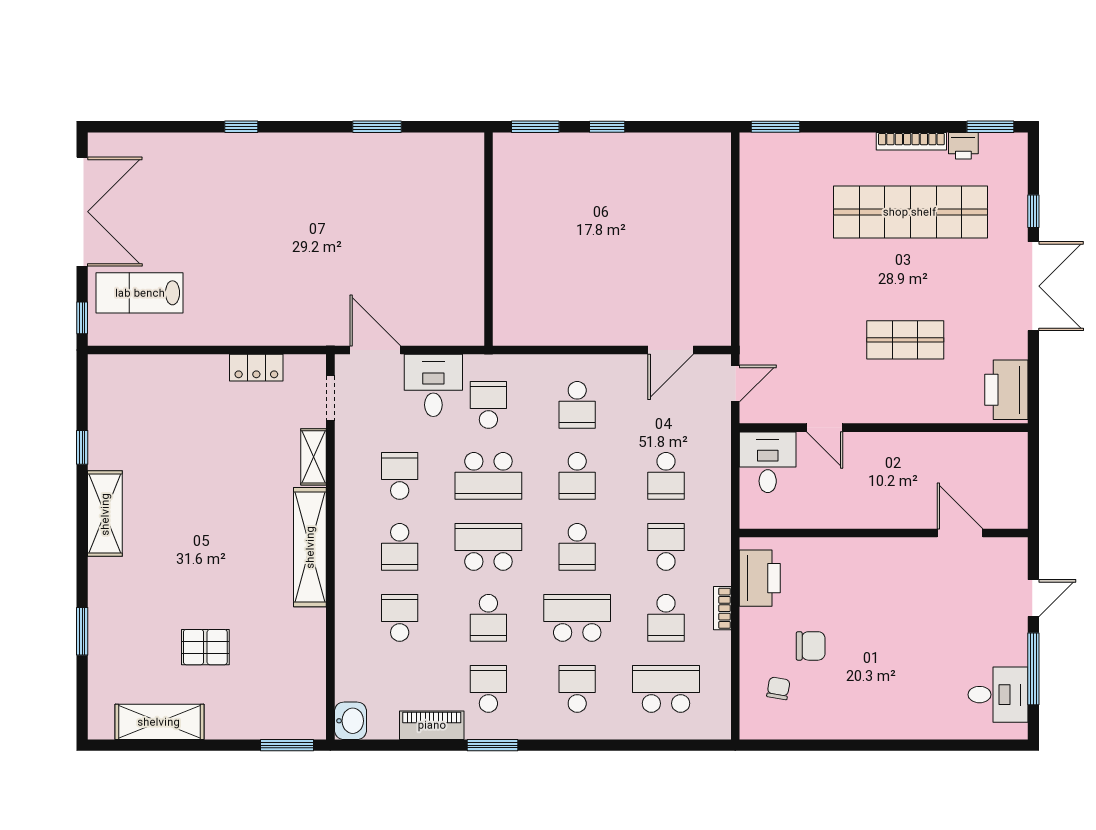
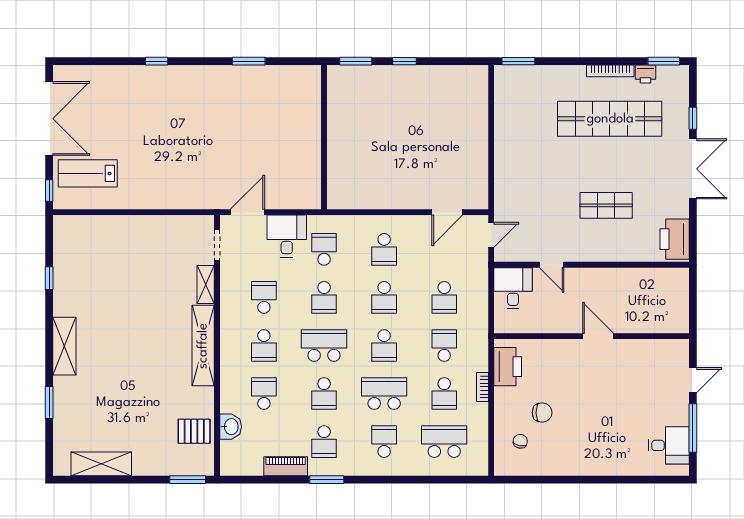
door: (375, 350) -> (247, 212), hinge flipped
locker: (256, 368) -> (167, 224), removed
school desk: (488, 476) -> (324, 297), width x0.54
shelving: (105, 514) -> (64, 346), moved
door: (960, 533) -> (598, 336), moved
pallet: (205, 647) -> (194, 431), moved
school desk: (488, 689) -> (324, 442), turned 180
washbasin: (351, 721) -> (231, 427), moved

